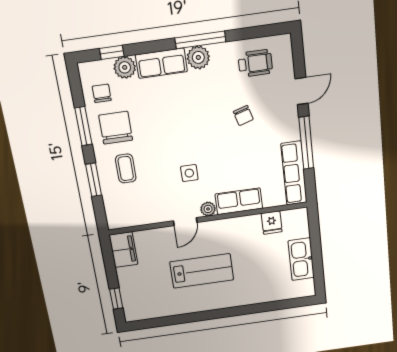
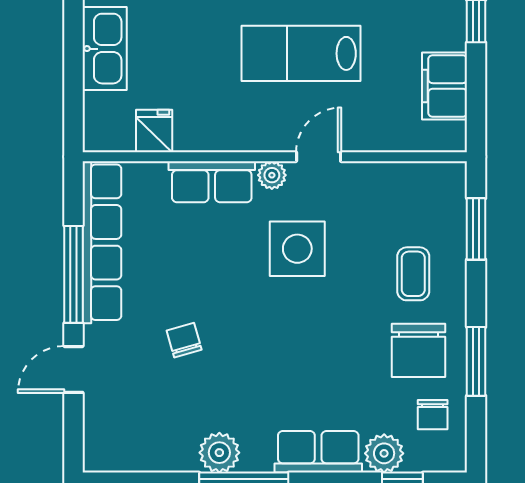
plant: (198, 57) -> (219, 453), moved
wheelchair: (255, 63) -> (152, 429), removed
side table: (189, 173) -> (297, 249), width x1.87, depth x1.87
row of seats: (294, 173) -> (102, 242), width x1.36
window: (94, 180) -> (476, 229), moved
filing cabinet: (123, 250) -> (445, 86), moved

